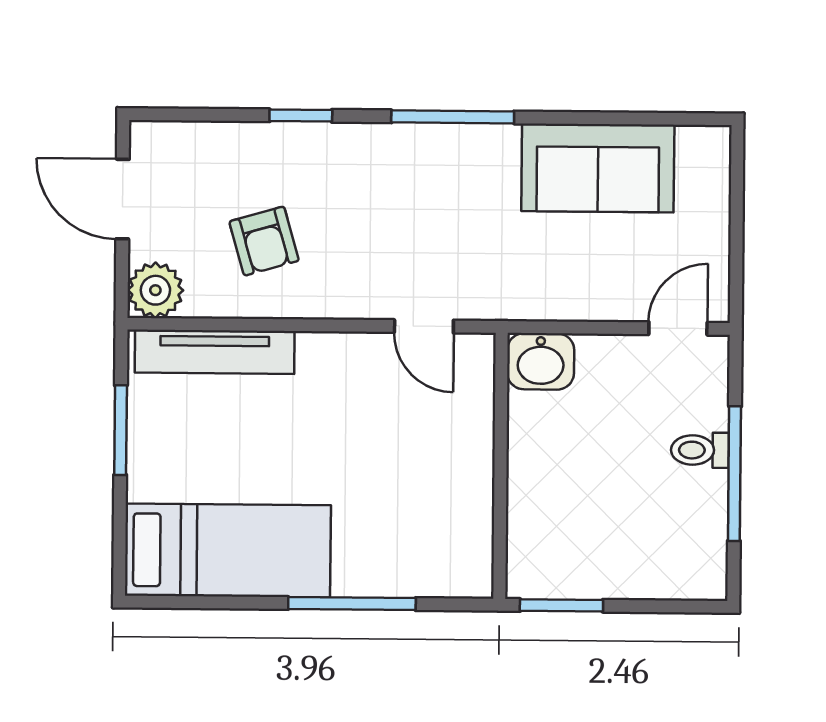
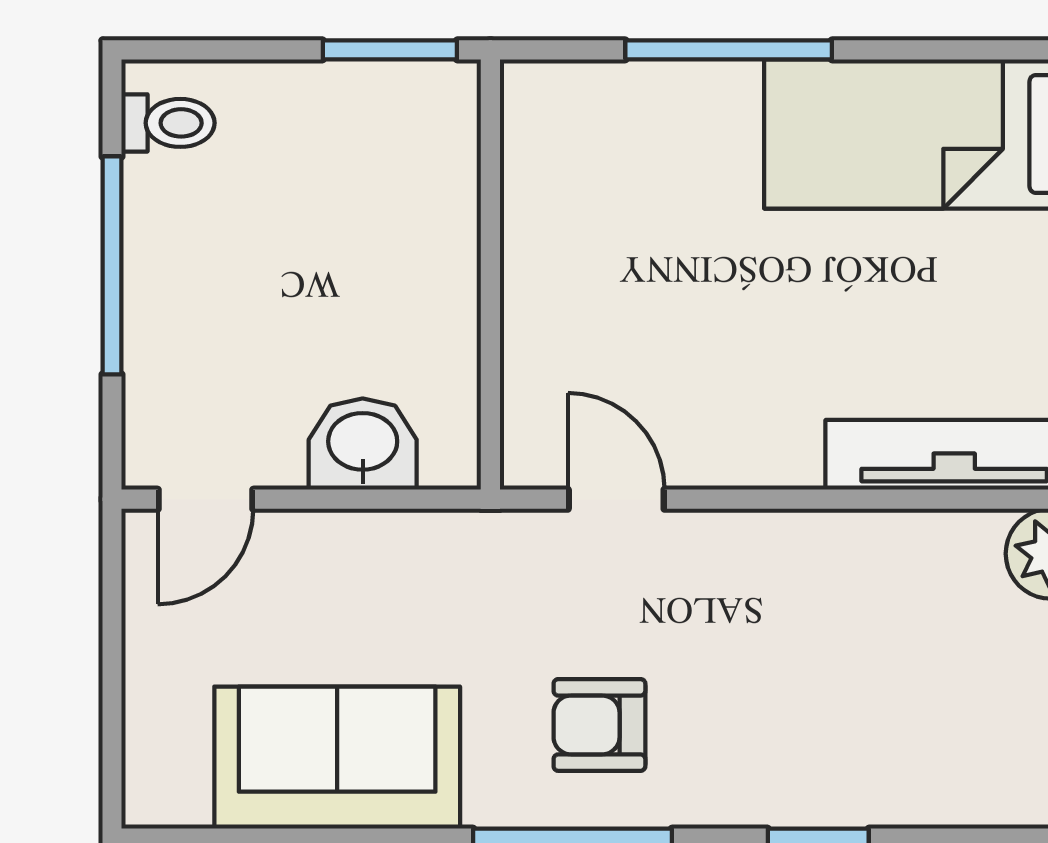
armchair: (264, 241) -> (599, 725), moved, turned -74
washbasin: (541, 361) -> (363, 444), moved
toilet: (700, 450) -> (168, 123), moved

